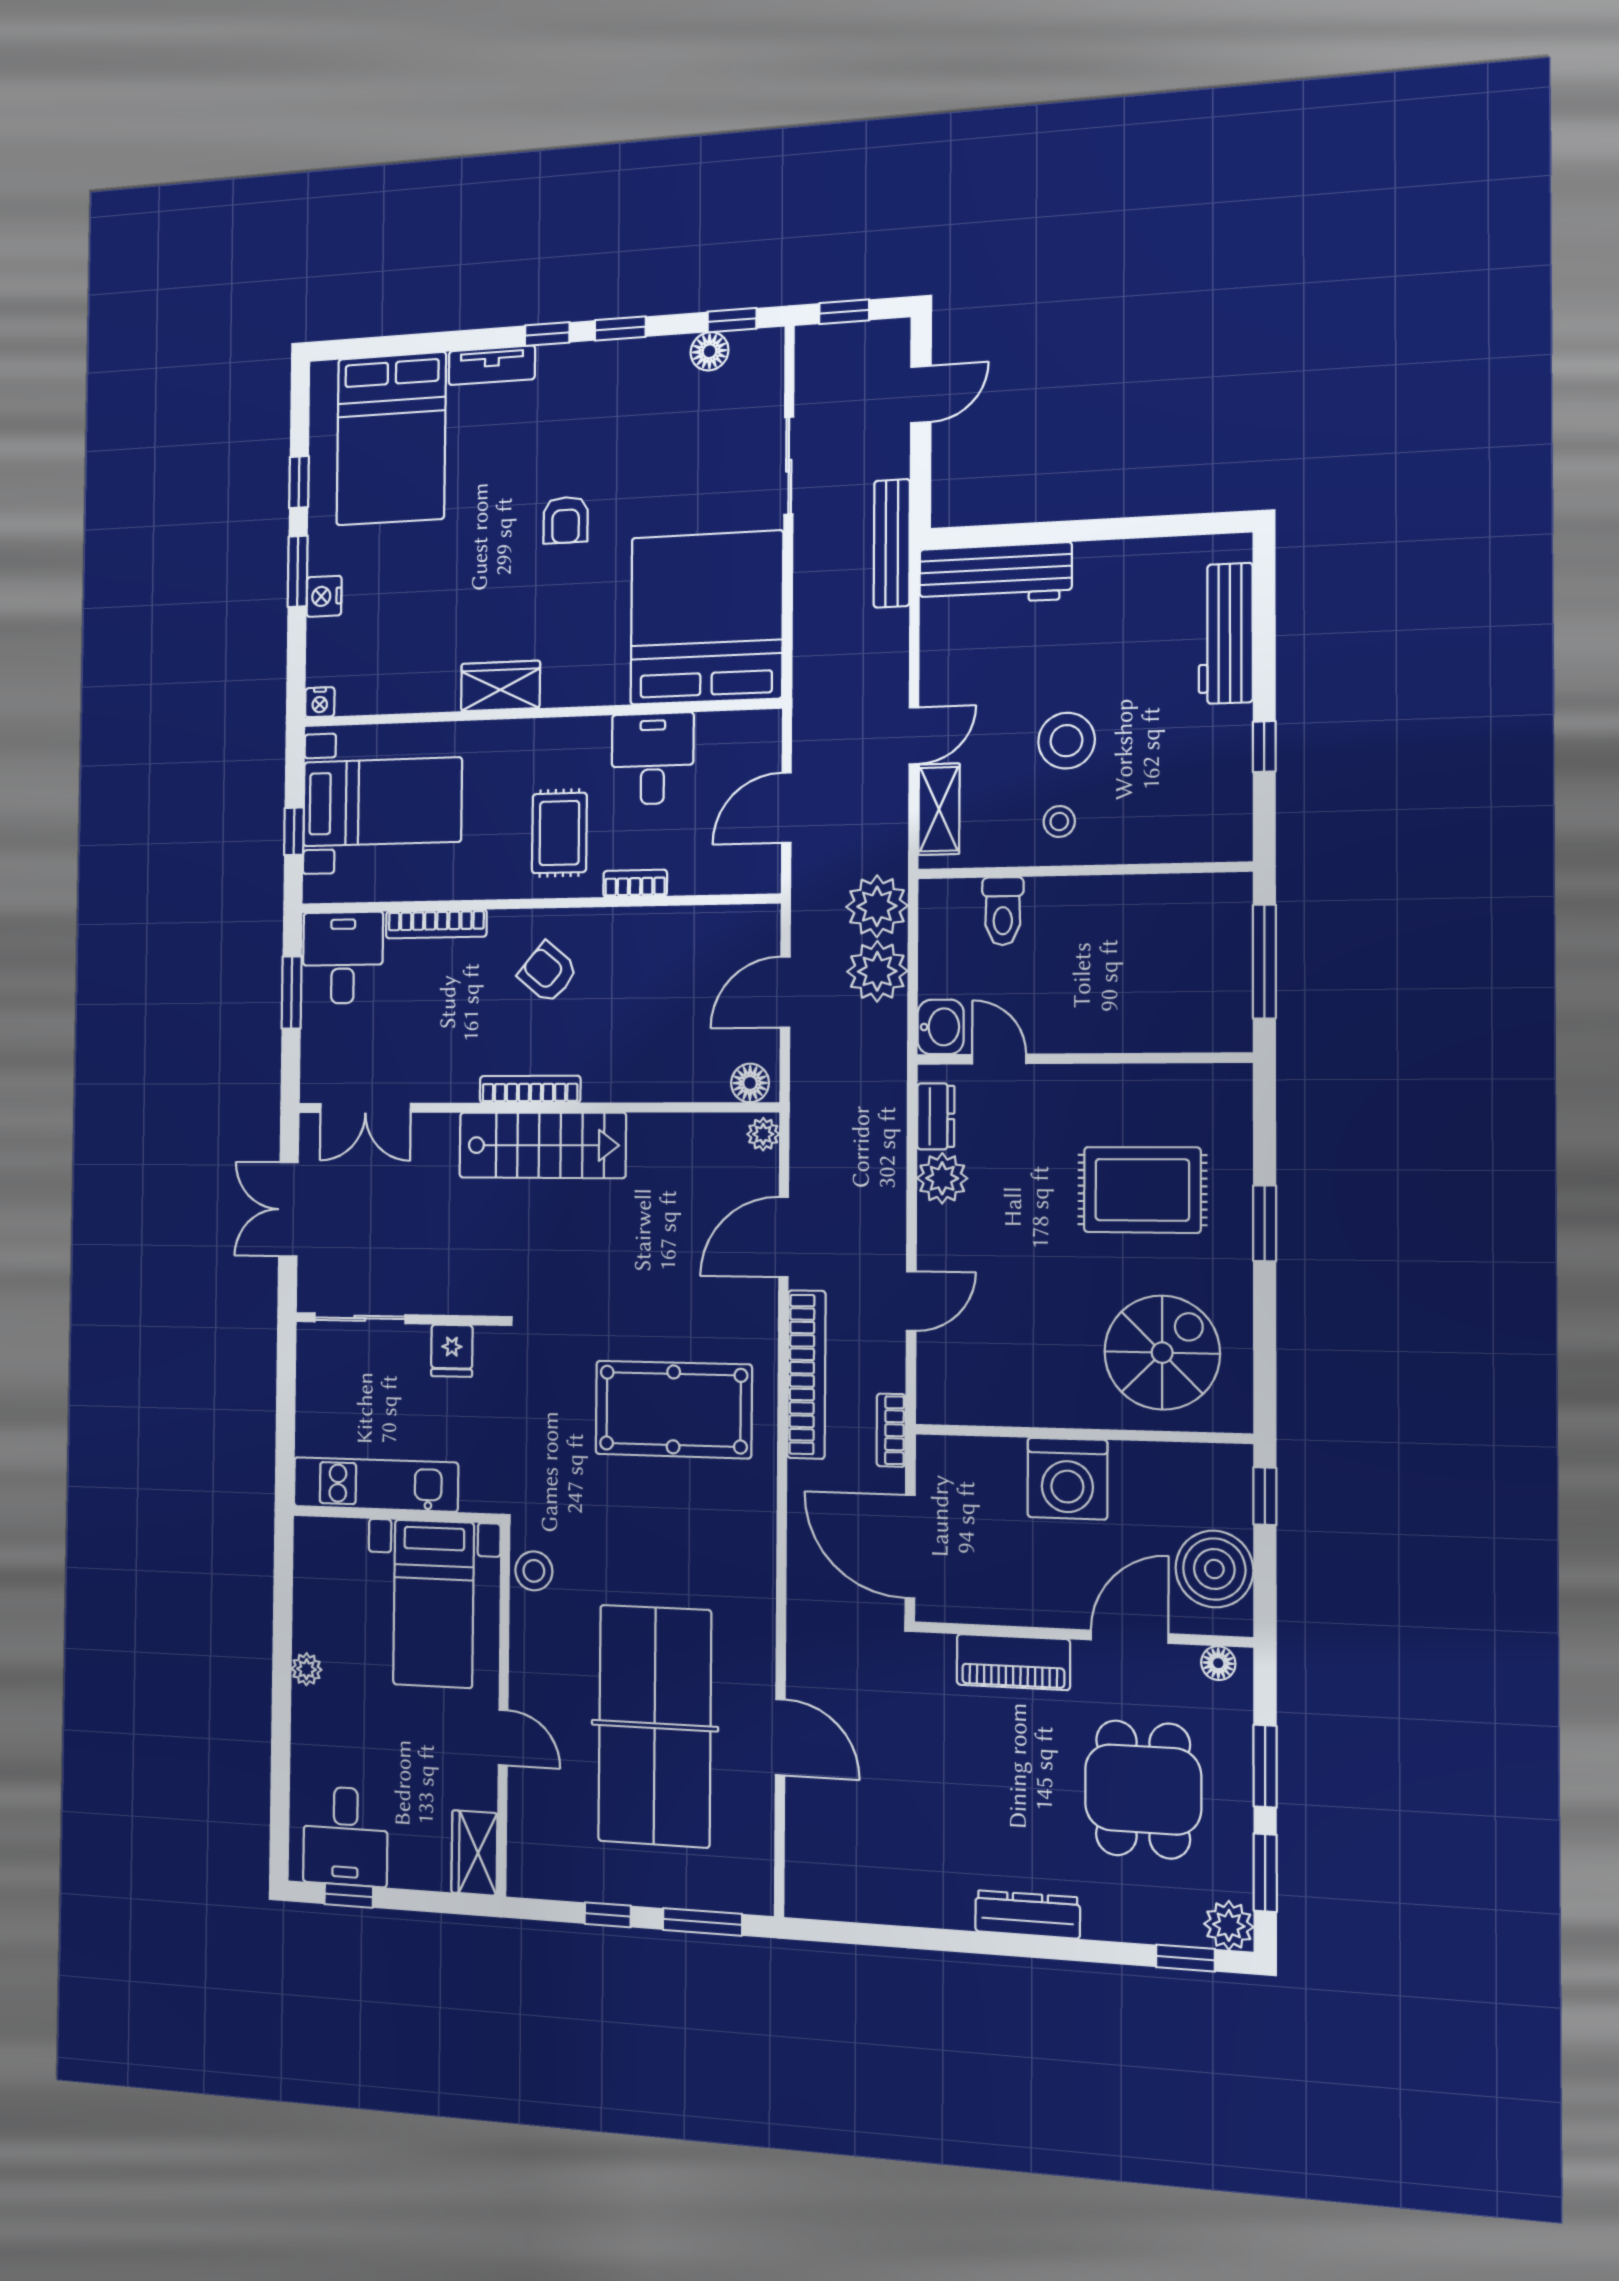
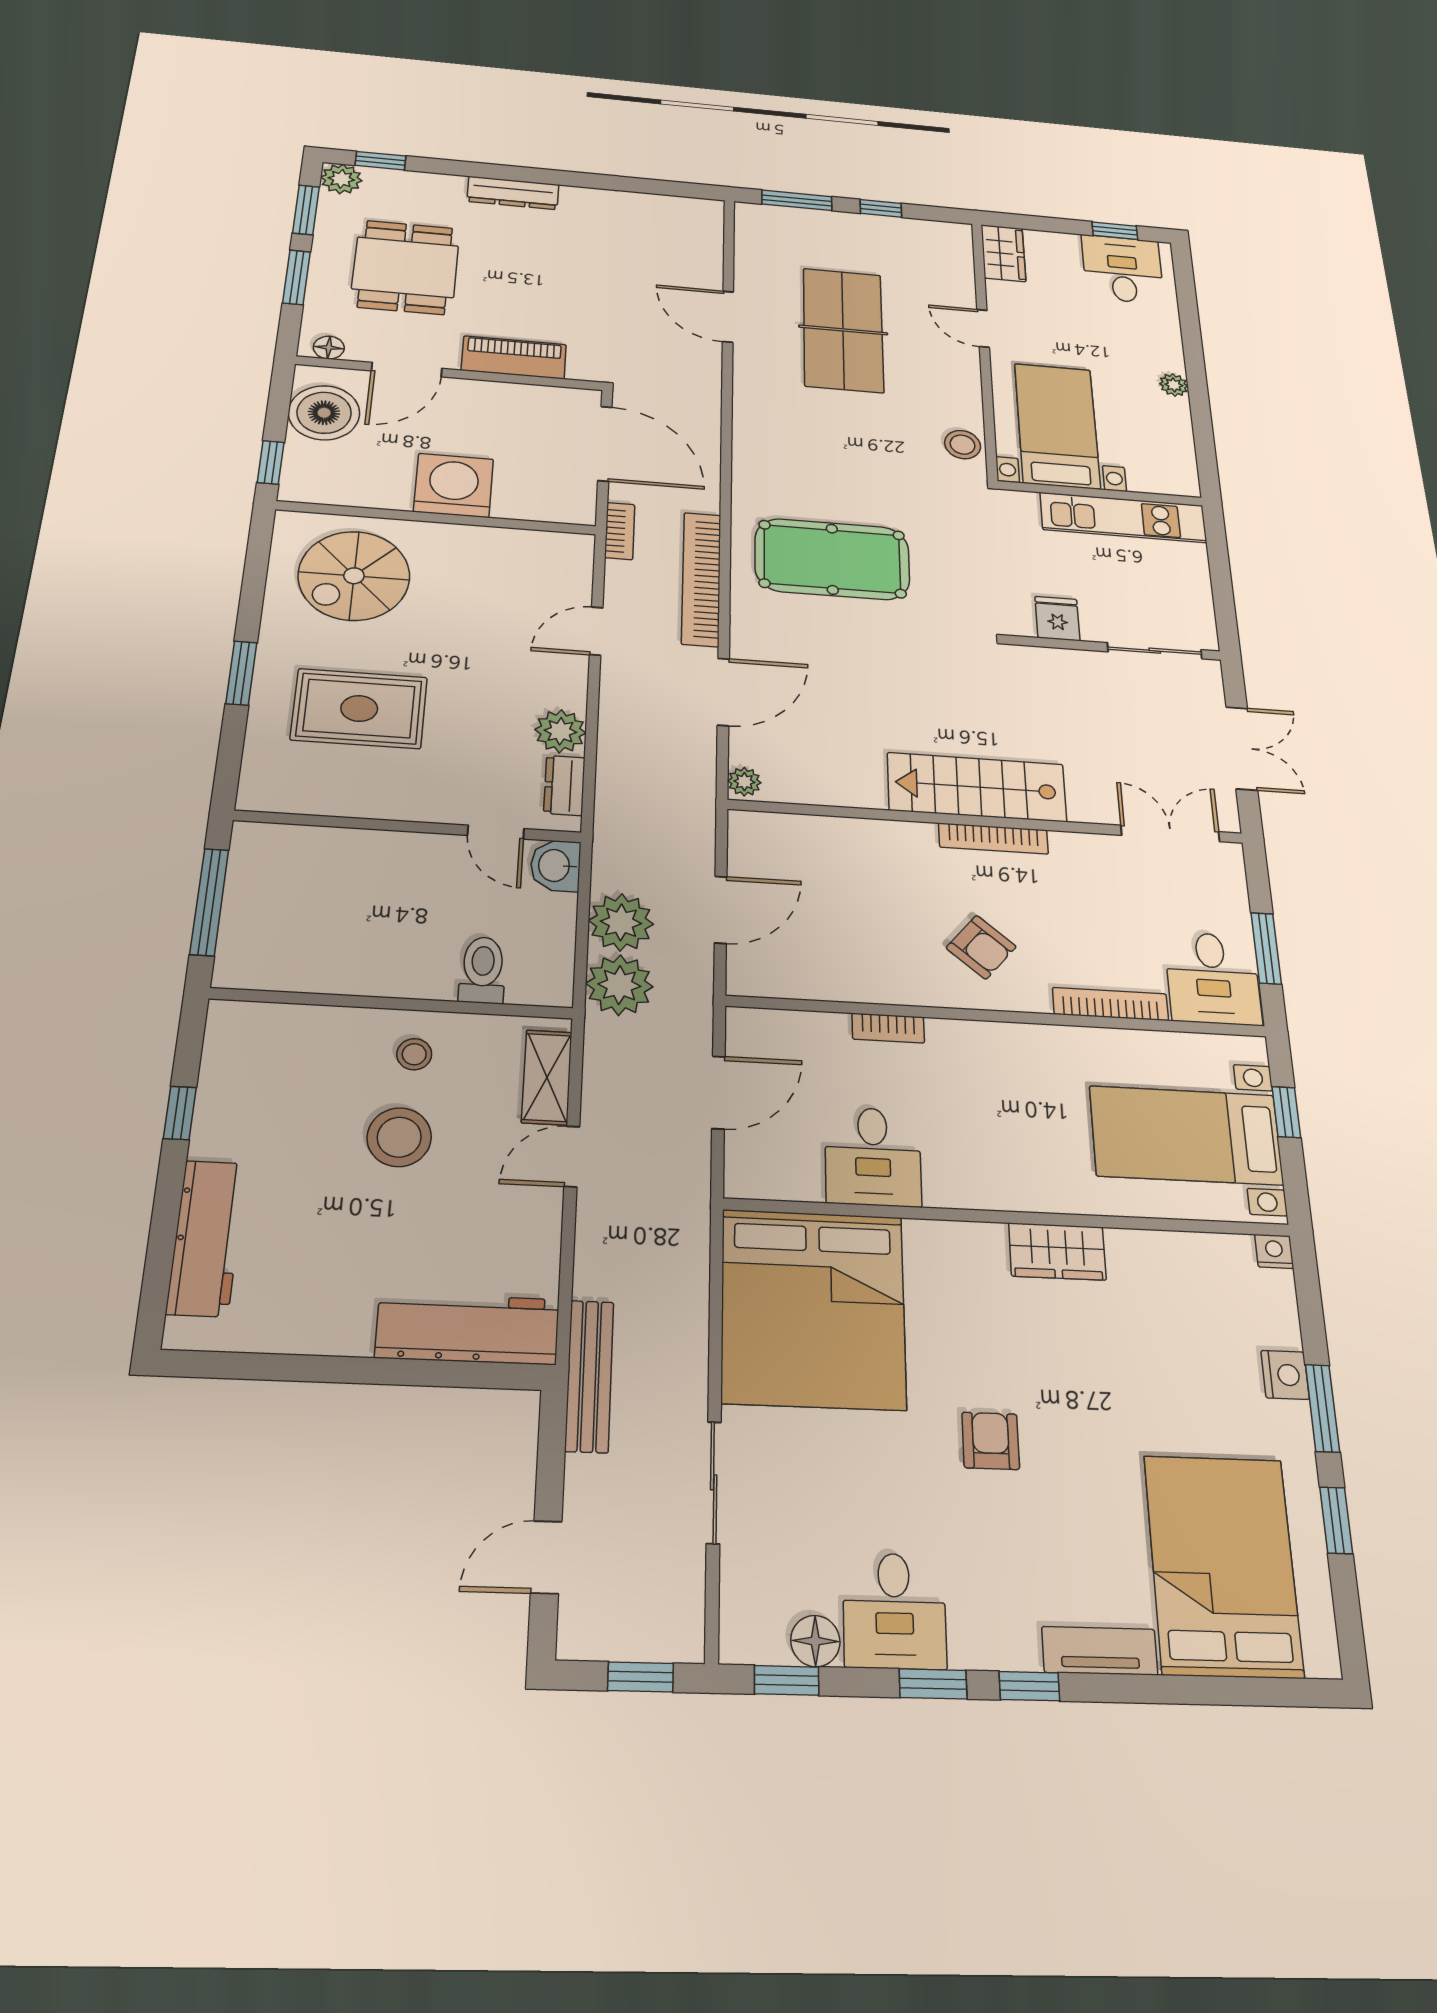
desk: (648, 380) -> (894, 1611), added
rug: (559, 833) -> (977, 1086), removed
floor lamp: (750, 1083) -> (758, 828), removed
table tennis table: (655, 1726) -> (843, 330), width x0.73, depth x0.76

